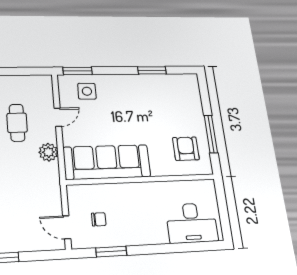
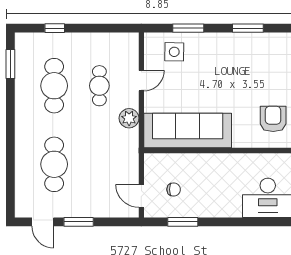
window: (78, 71) -> (188, 28), moved

